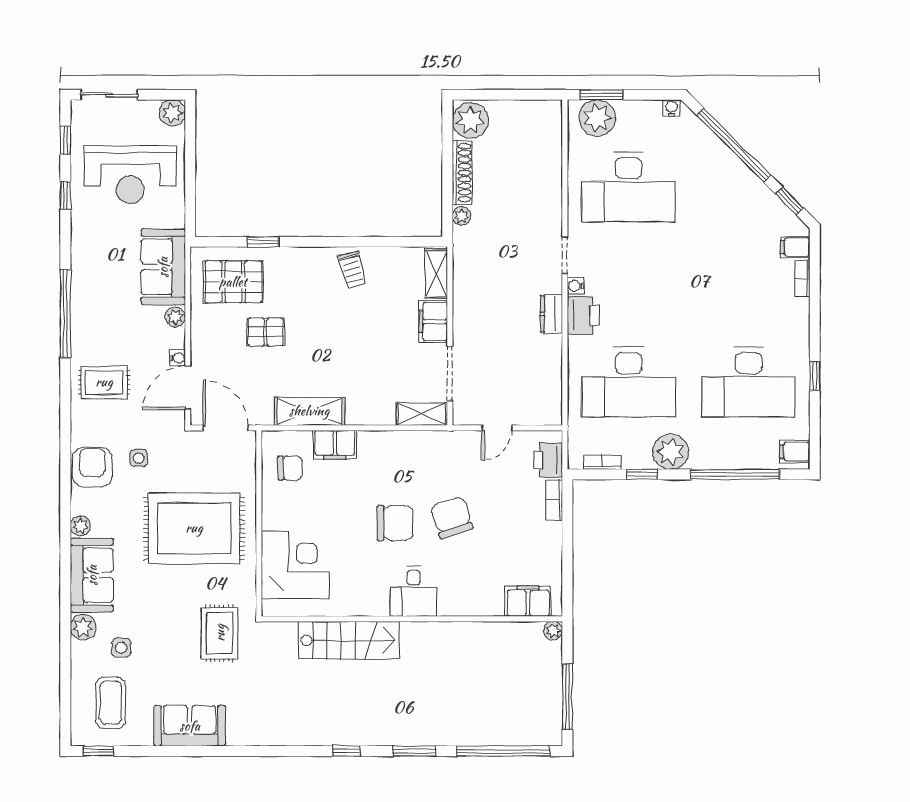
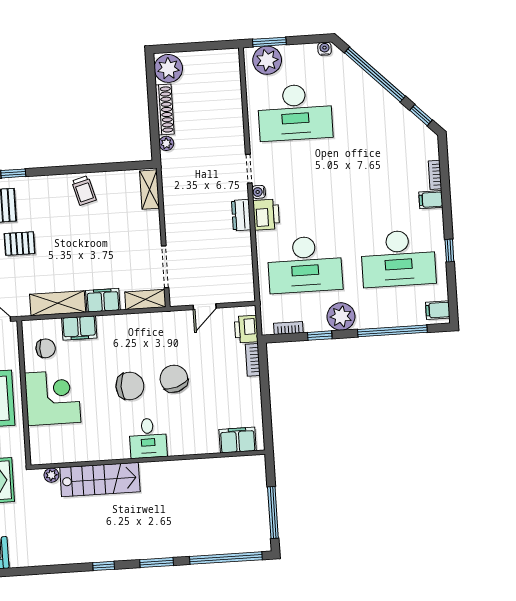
filing cabinet: (795, 247) -> (431, 200), moved
filing cabinet: (433, 322) -> (103, 300), moved, turned 90
corner desk: (295, 565) -> (53, 398), moved
plant: (553, 631) -> (51, 475), moved

